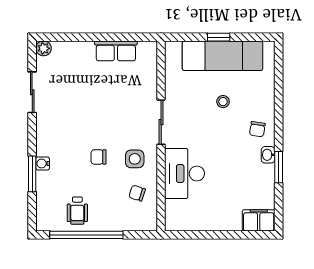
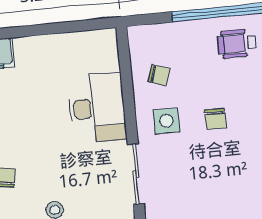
chair: (99, 157) -> (215, 119), turned 90
wheelchair: (77, 211) -> (237, 44), turned -90

